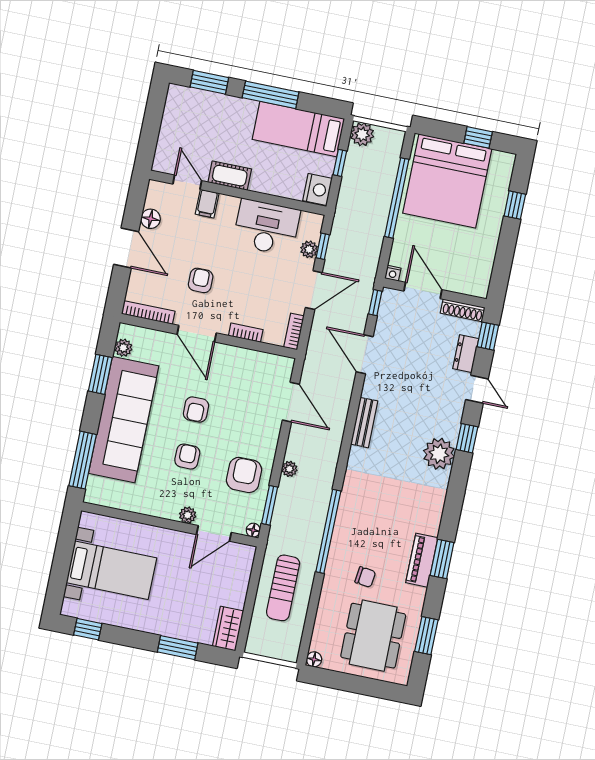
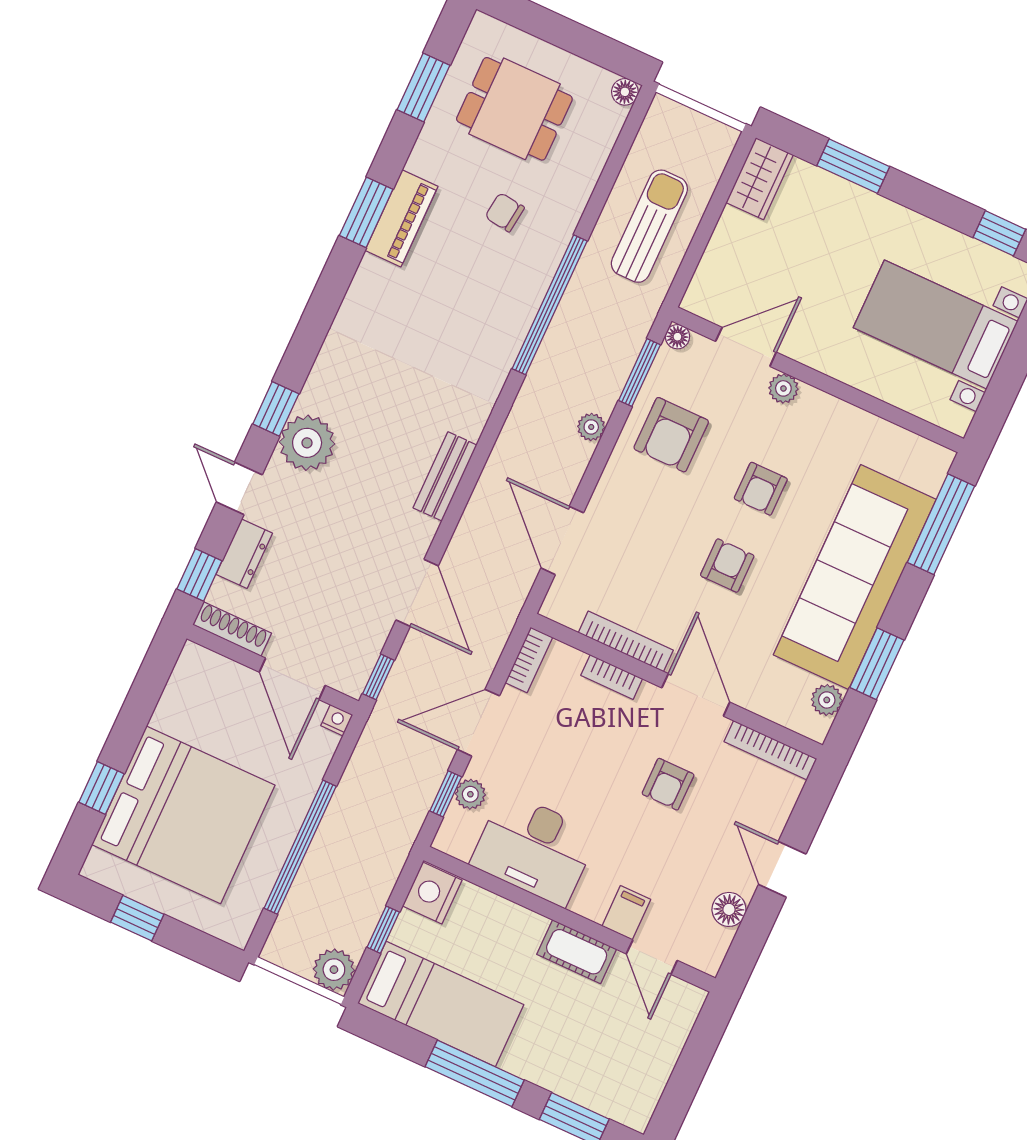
bed: (447, 181) -> (183, 815), moved, turned 90
door: (126, 248) -> (782, 869), width x0.73
bookcase: (242, 354) -> (626, 641), added
plant: (439, 454) -> (307, 443), moved
dining table: (373, 636) -> (514, 109), width x0.73

